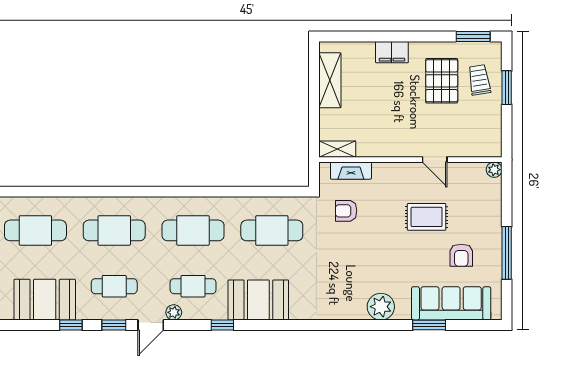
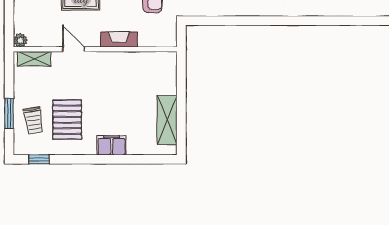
window: (473, 36) -> (39, 159), width x0.67
shelving: (337, 149) -> (34, 59), moved
fireplace: (351, 171) -> (119, 39), moved

